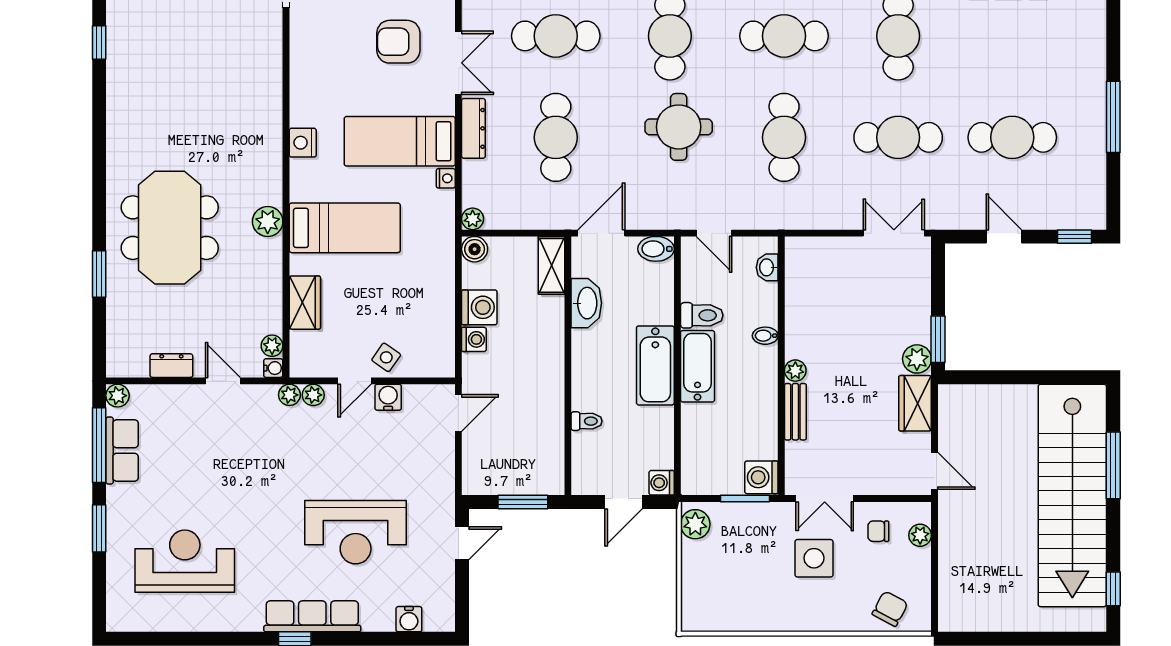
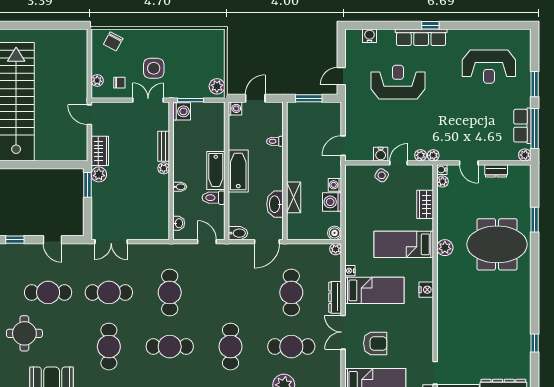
round table: (679, 127) -> (24, 333), moved
meeting table: (170, 228) -> (497, 244), turned 90
shelving: (551, 265) -> (294, 197), moved

